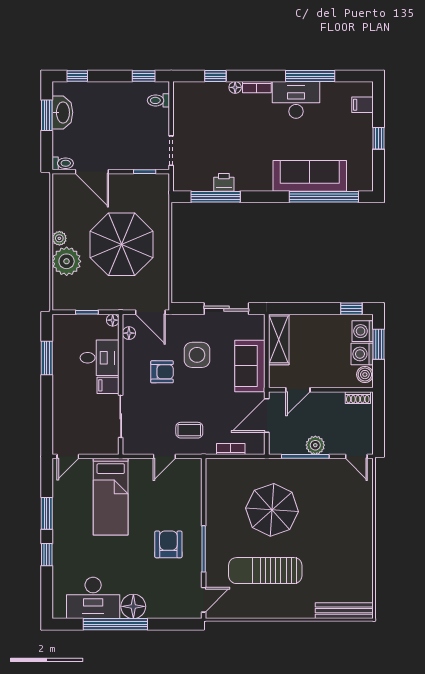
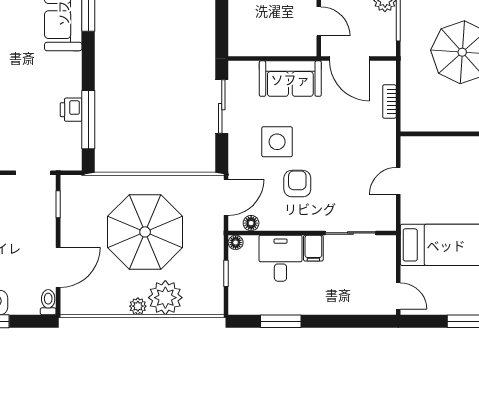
shelving: (279, 339) -> (259, 44), removed
coffee table: (189, 430) -> (367, 151), removed
door: (164, 456) -> (398, 181), swing flipped

